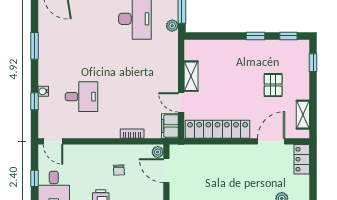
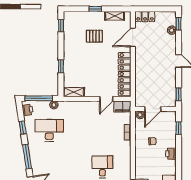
window: (256, 36) -> (61, 66), moved
window: (313, 63) -> (95, 9), moved
shelving: (191, 76) -> (74, 92), moved
door: (271, 141) -> (133, 37), hinge flipped

